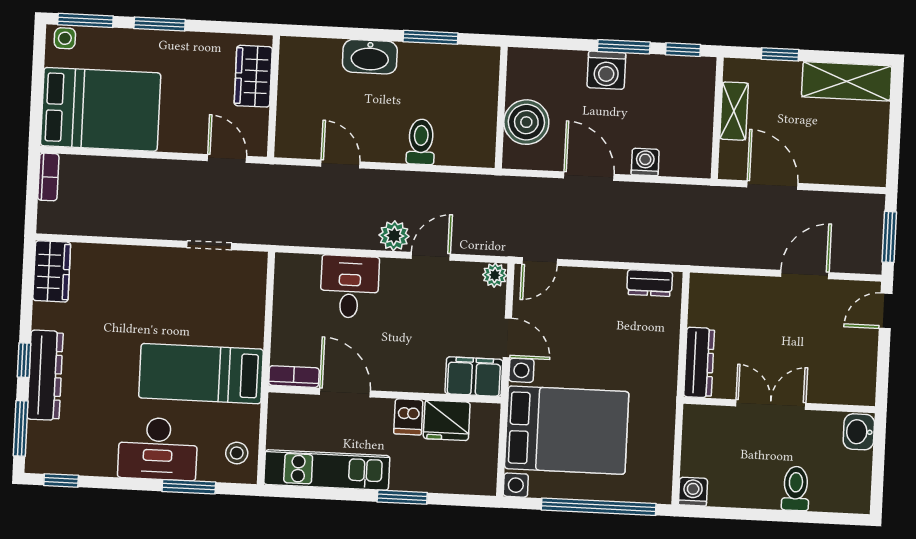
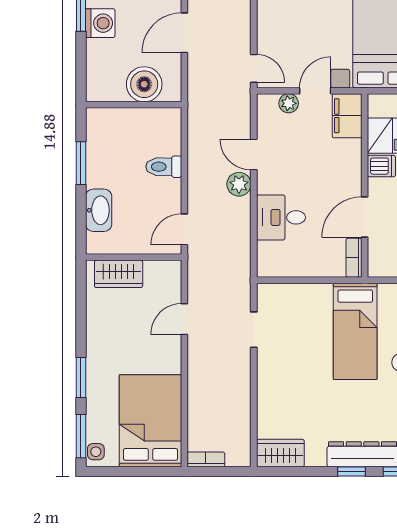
wardrobe: (253, 76) -> (119, 274), moved
wall: (273, 96) -> (134, 257), moved
plant: (495, 275) -> (289, 103), moved

